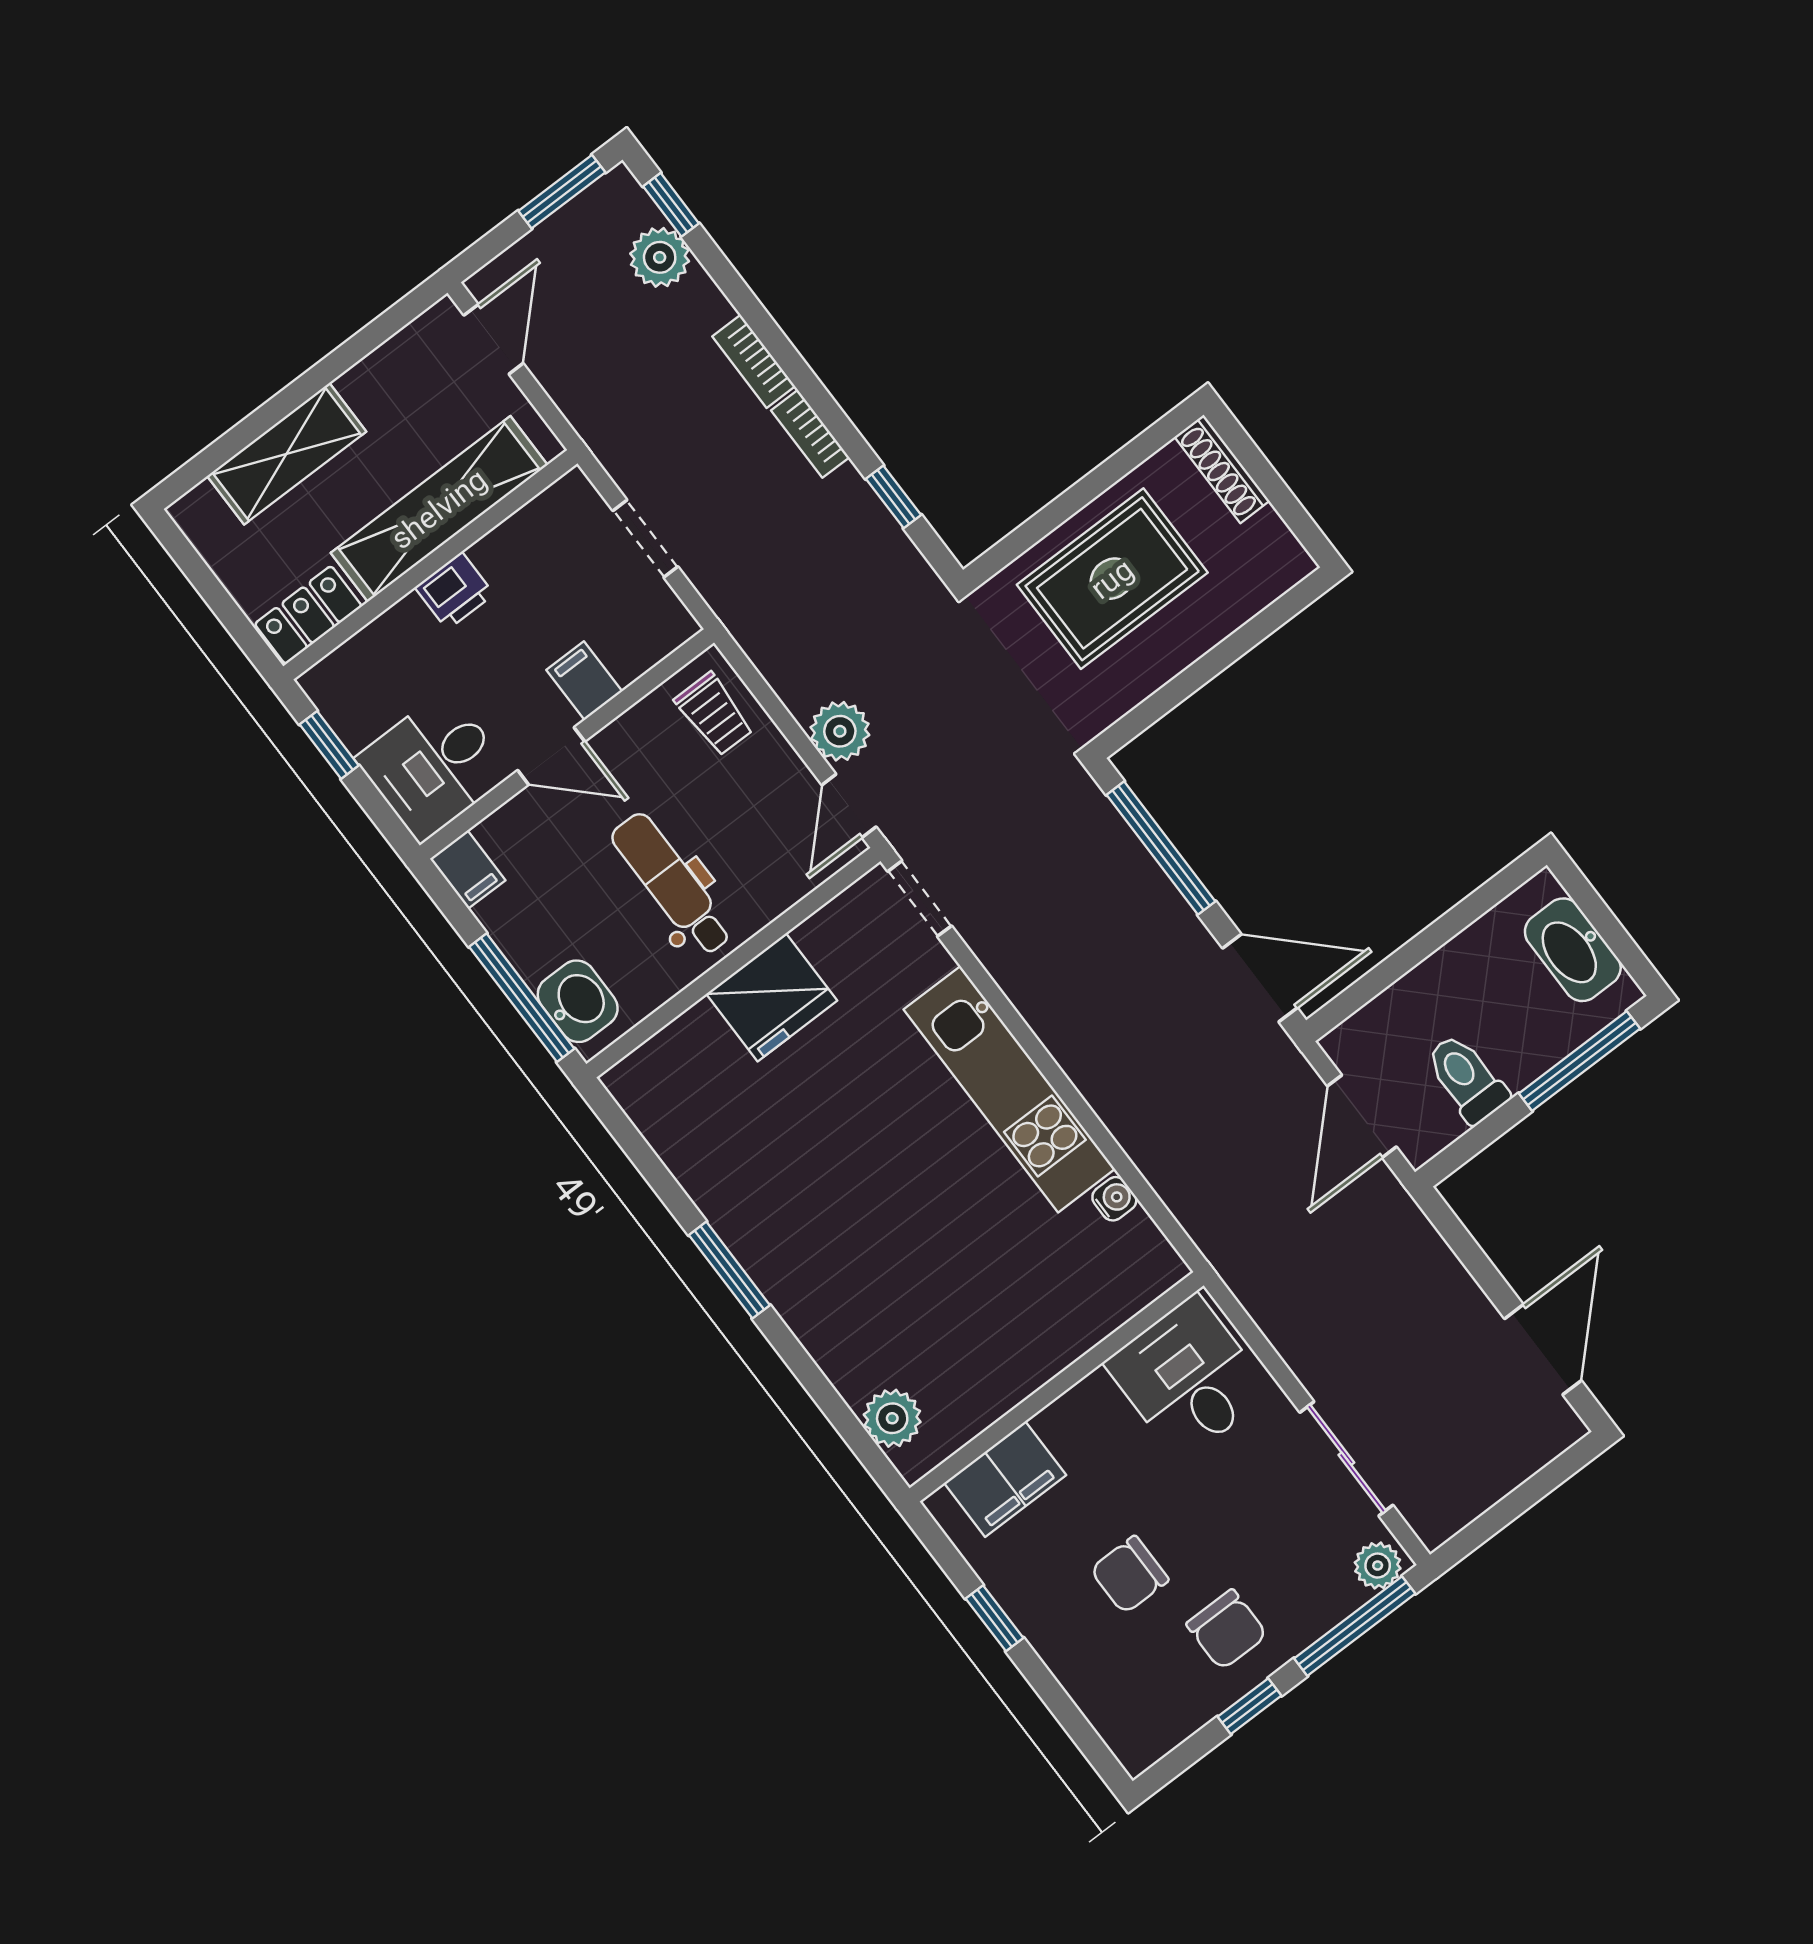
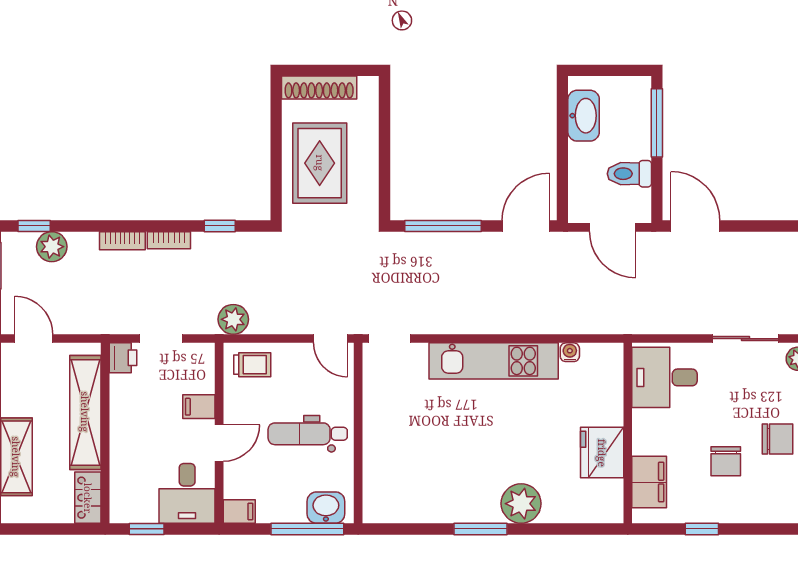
shoe rack: (1222, 469) -> (319, 87), width x1.36, depth x1.24
printer: (454, 591) -> (123, 358), moved
plant: (840, 731) -> (233, 319), moved
washbasin: (1573, 950) -> (584, 116), moved, turned -90
fridge: (772, 997) -> (602, 453), moved, turned 180
door: (1543, 1350) -> (695, 226), moved
plant: (892, 1418) -> (521, 504), moved, width x1.36, depth x1.36

